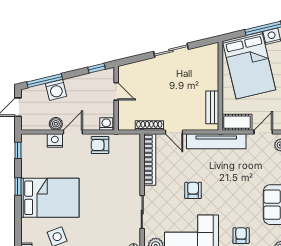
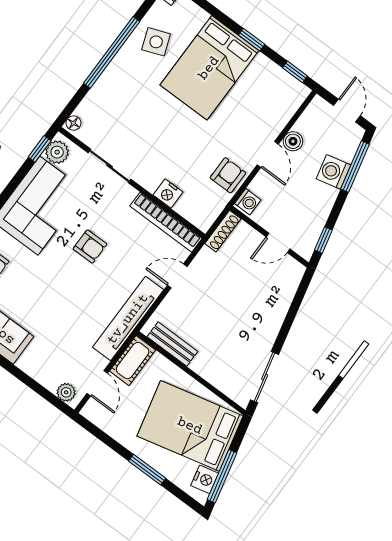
sliding door: (171, 50) -> (265, 377), moved
shoe rack: (149, 125) -> (223, 231), moved
nightstand: (55, 141) -> (168, 194), moved, turned 90

